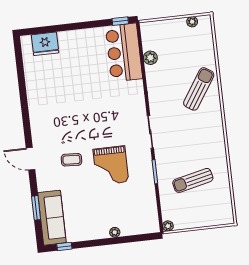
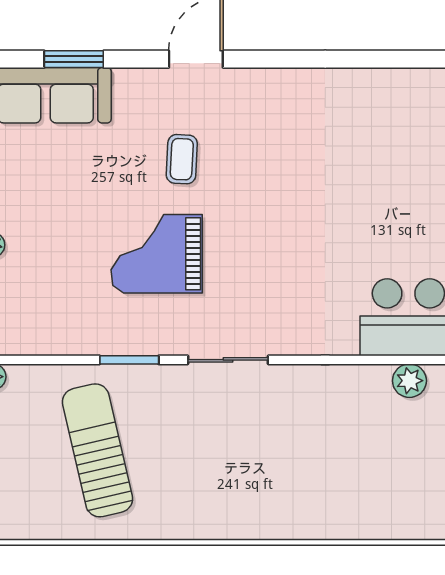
sun lounger: (199, 89) -> (320, 490), removed
sun lounger: (193, 180) -> (97, 450), width x1.36, depth x1.34

